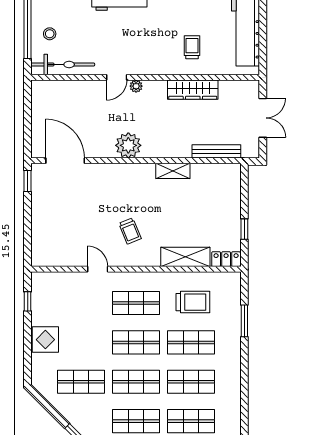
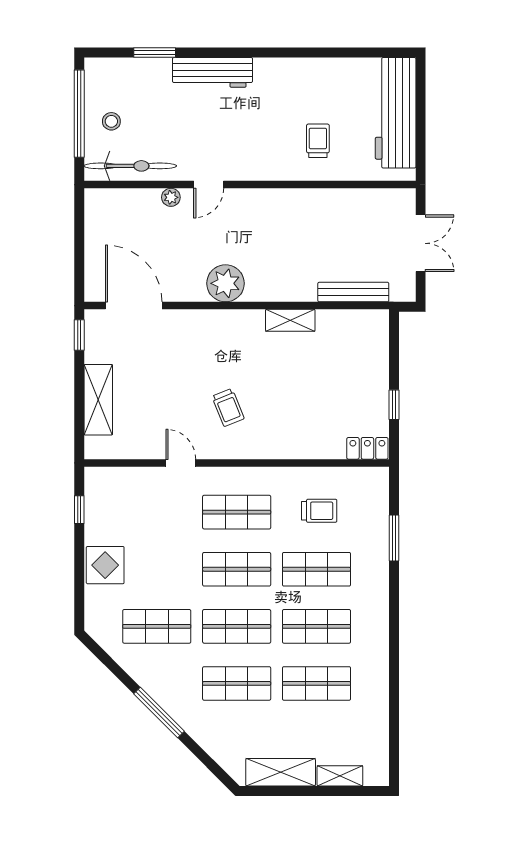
plant: (136, 86) -> (171, 197), moved
wardrobe: (193, 90) -> (319, 202), removed
shelving: (185, 257) -> (98, 400), moved, turned 90
trolley: (193, 302) -> (319, 511), width x0.73, depth x0.72

